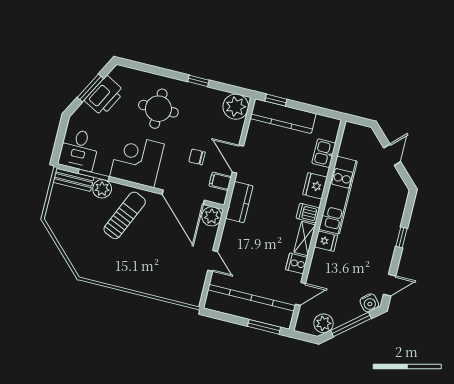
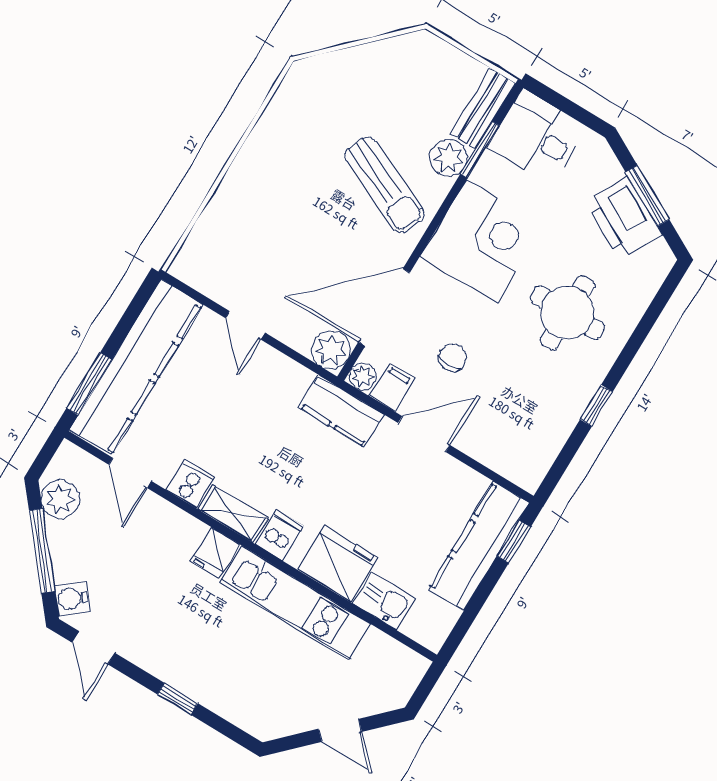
plant: (236, 107) -> (363, 376), moved, width x0.53, depth x0.53
fridge: (315, 186) -> (338, 563), width x1.36, depth x1.34
door: (213, 261) -> (245, 325), hinge flipped

